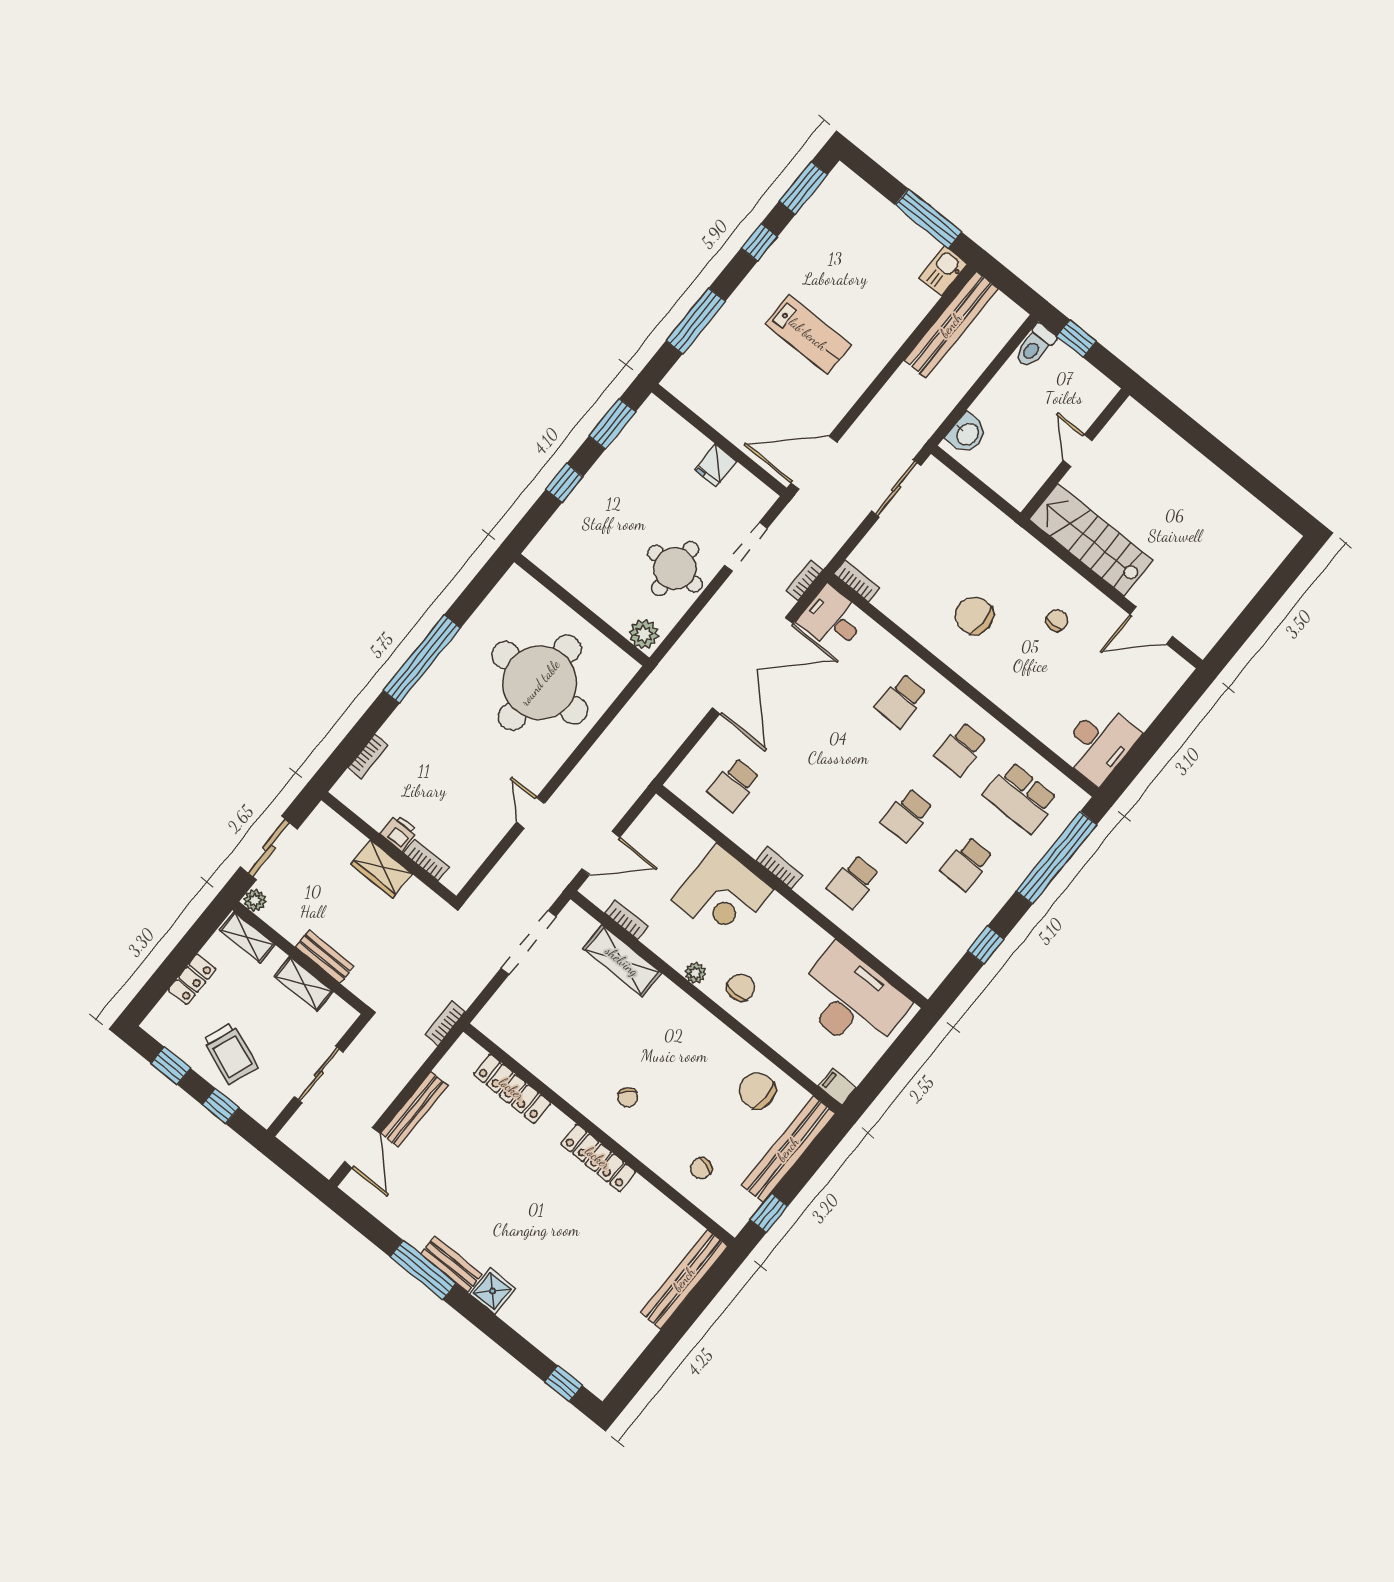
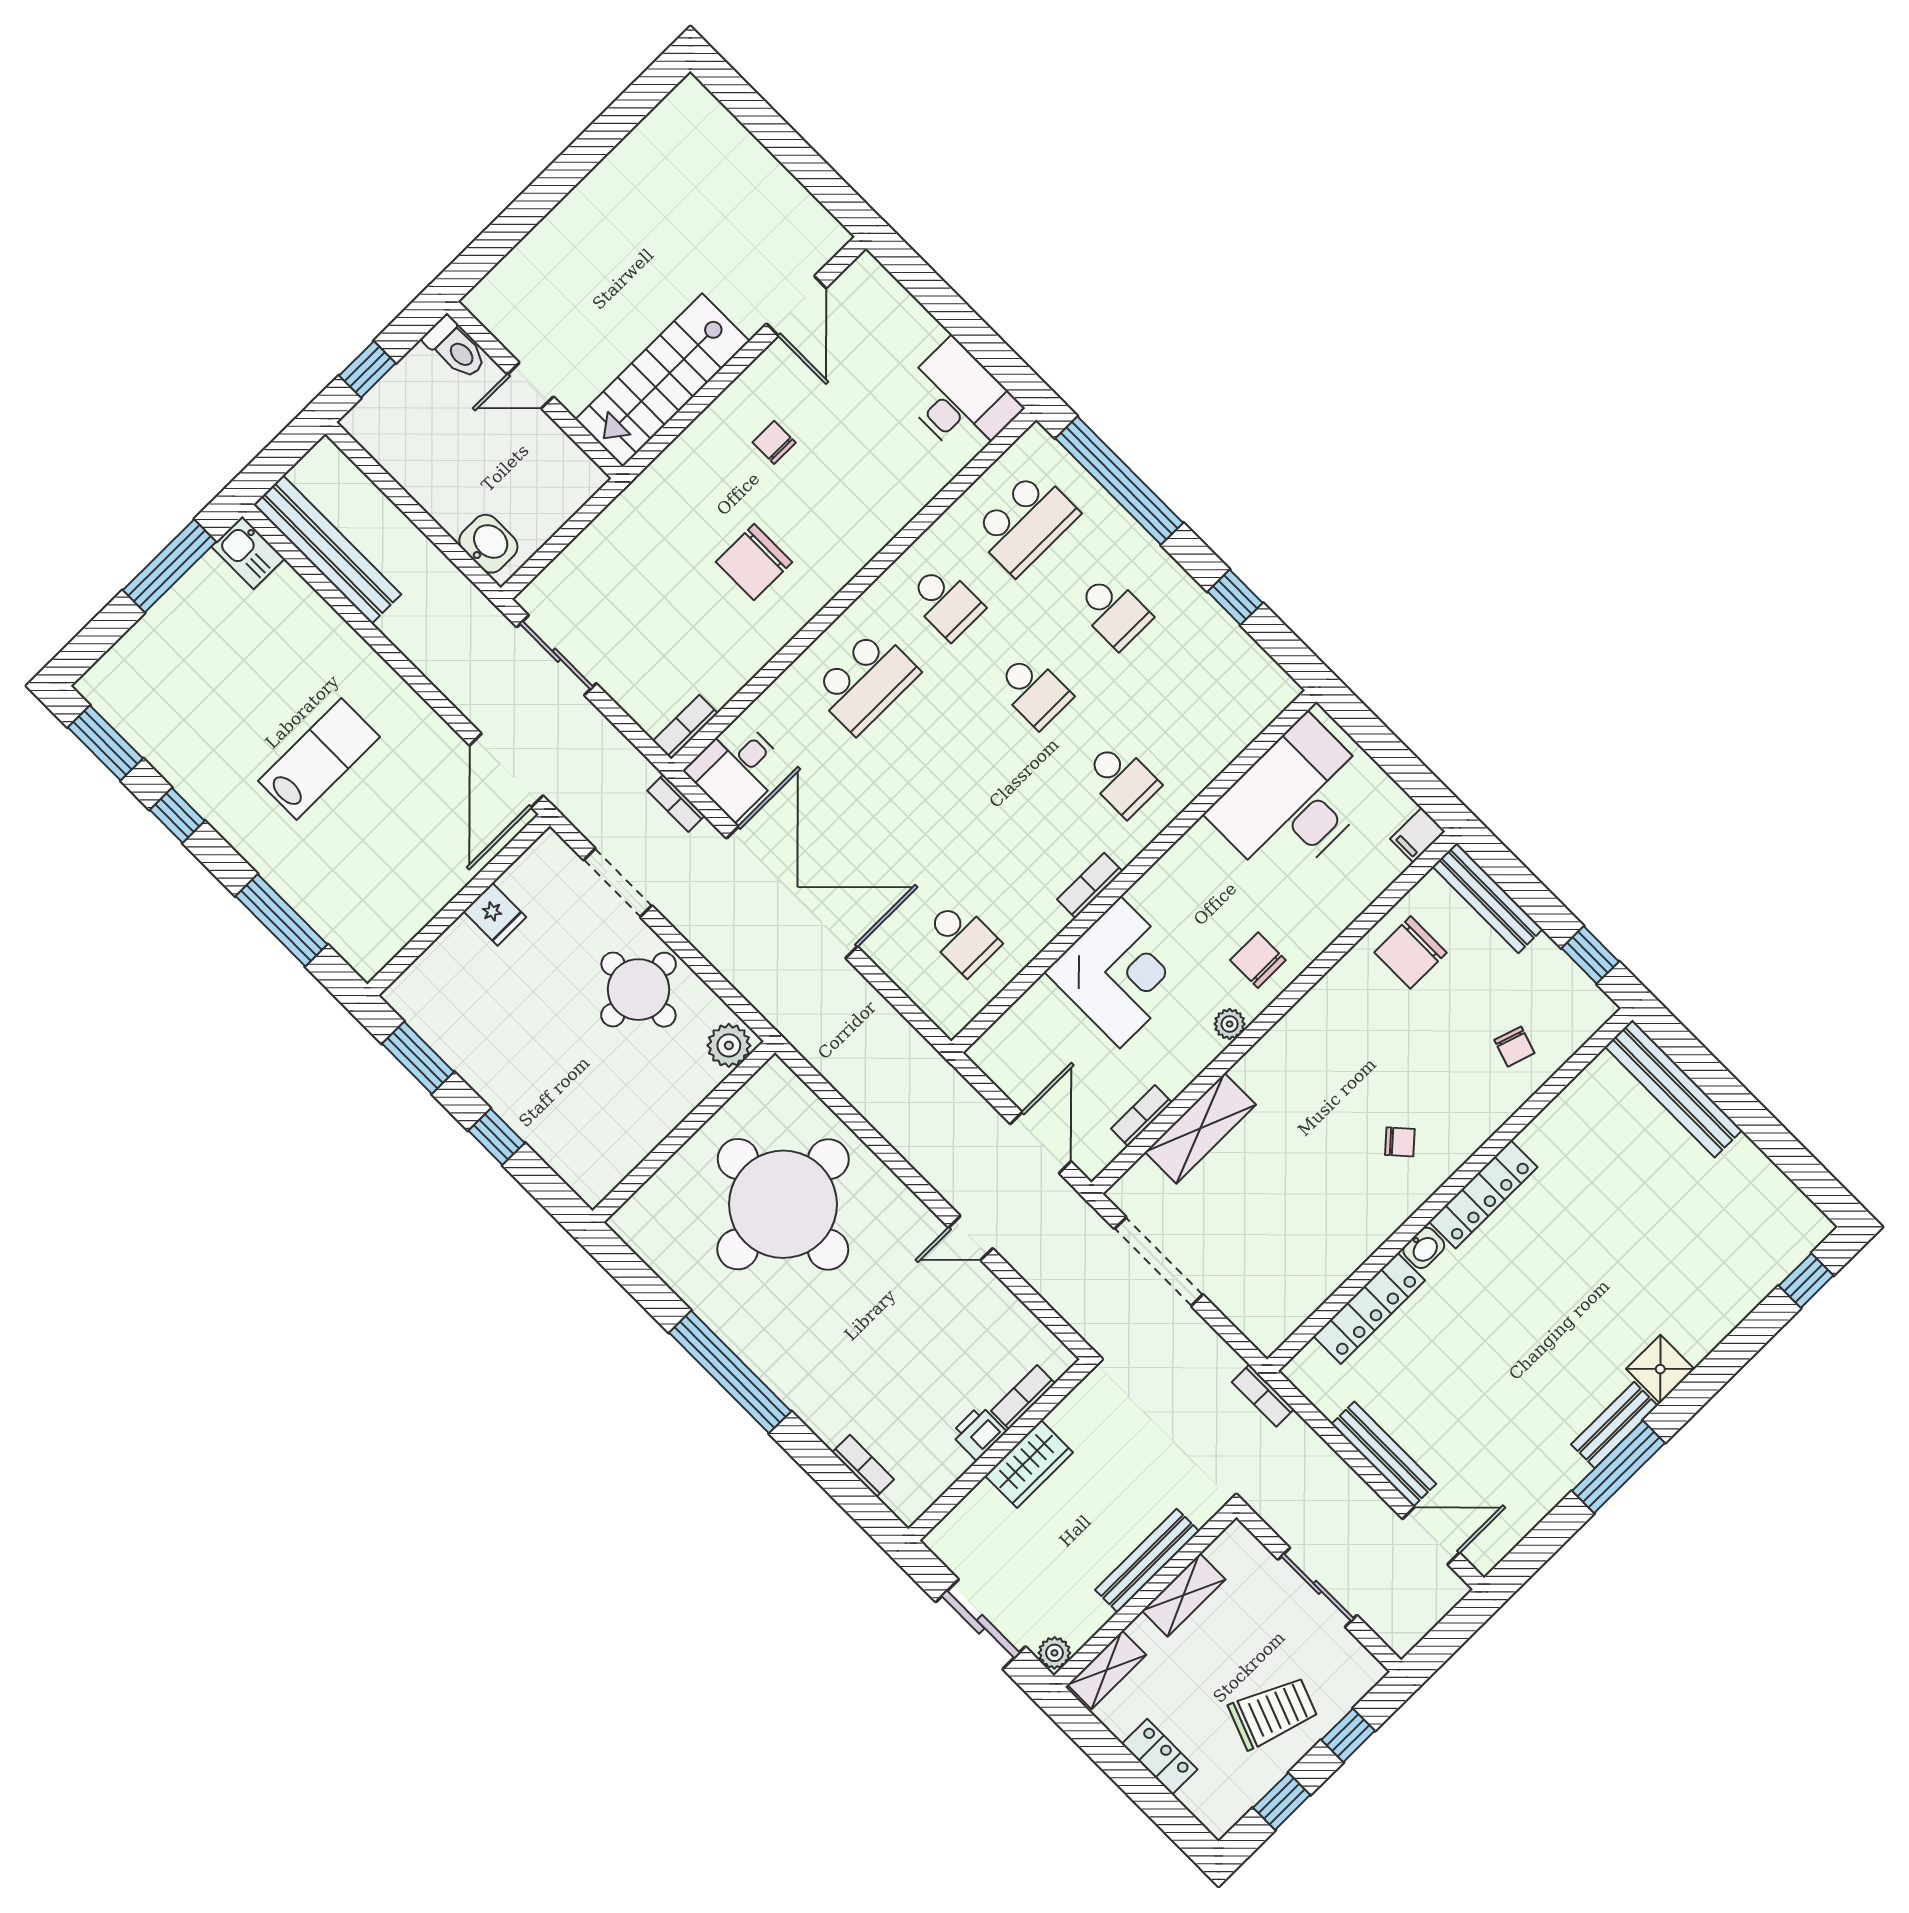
toilet: (1035, 346) -> (455, 348), moved
school desk: (901, 700) -> (866, 681), width x1.85
bench: (324, 957) -> (1147, 1561), width x1.36
washbasin: (557, 1121) -> (1424, 1248), added
bench: (788, 1149) -> (1487, 898), width x0.73, depth x0.82

